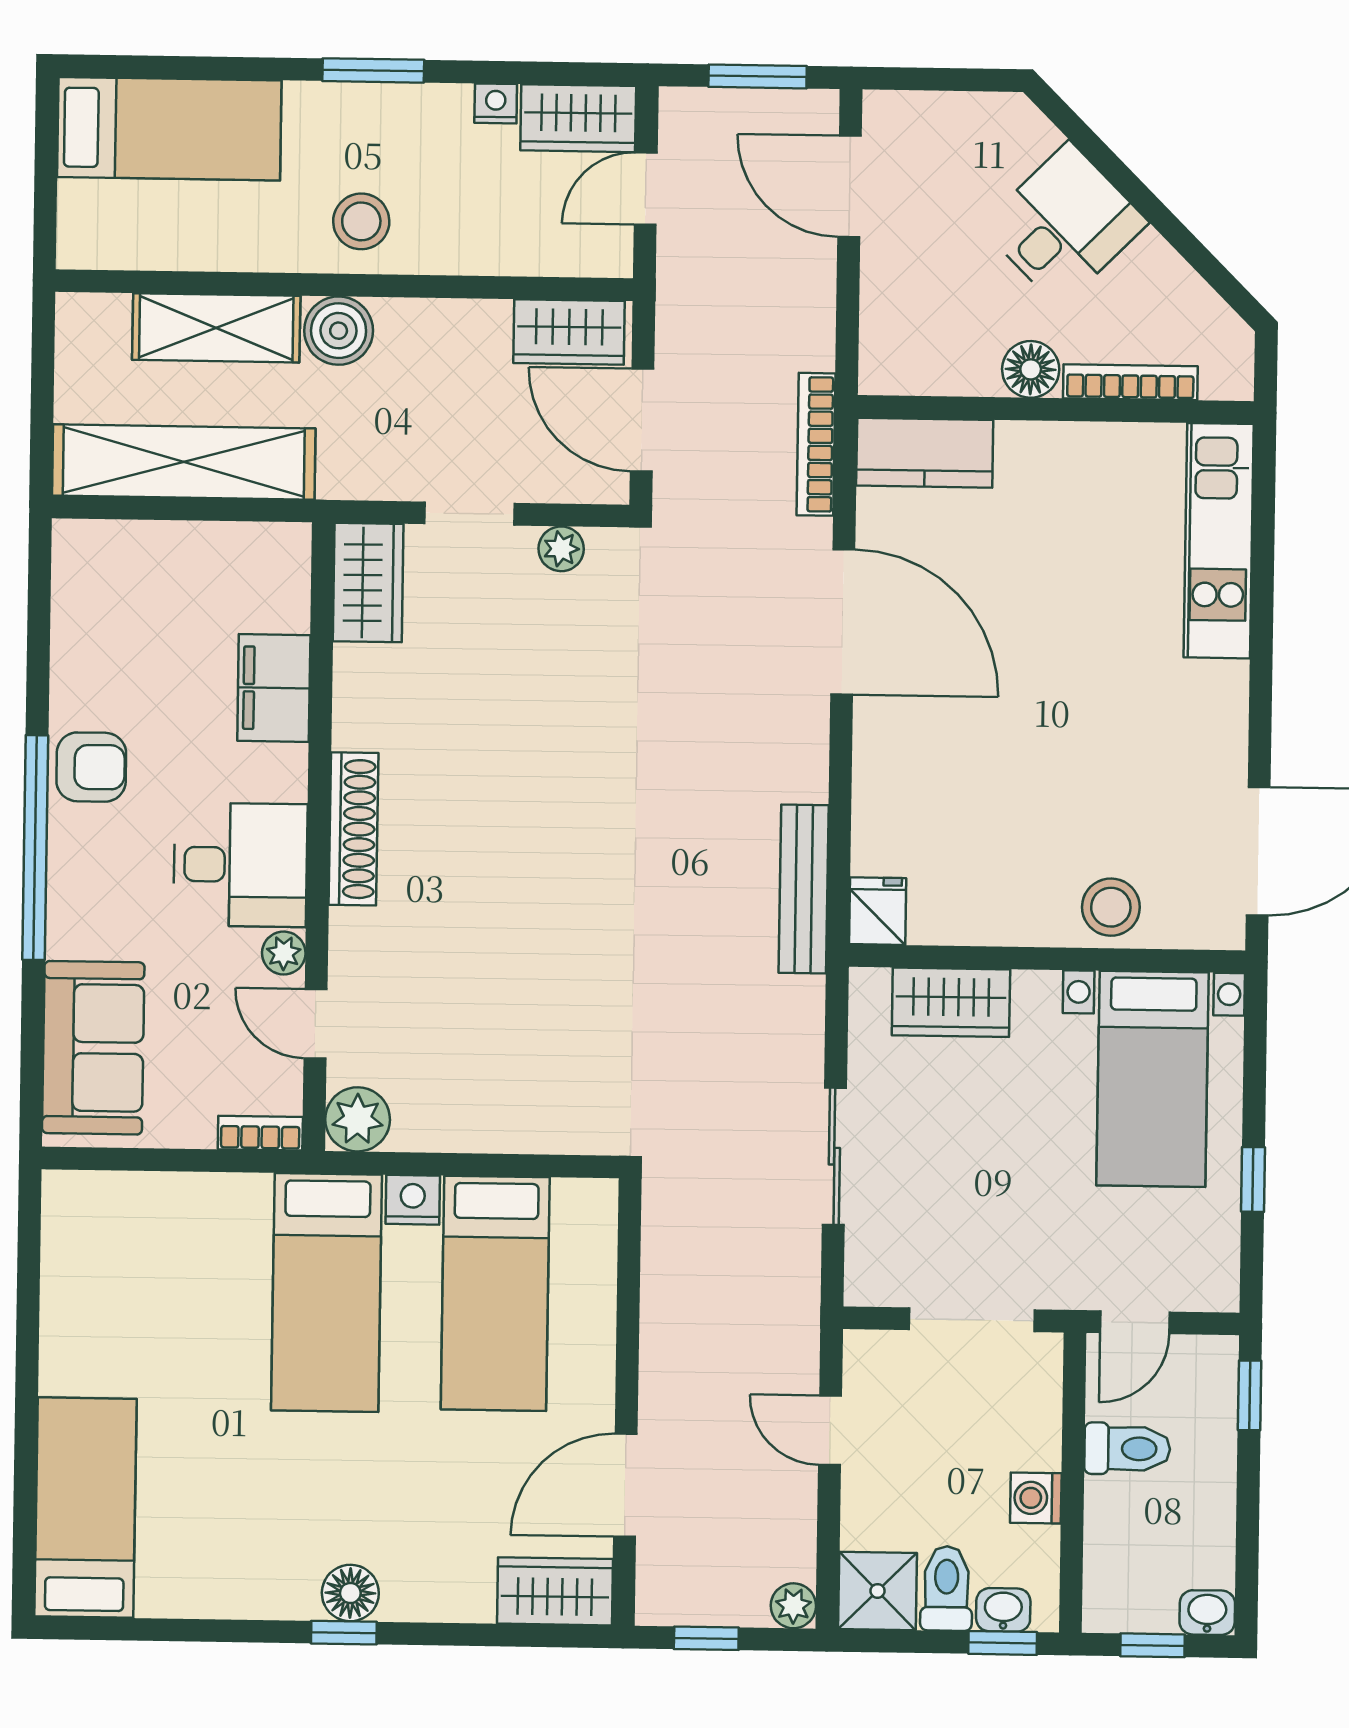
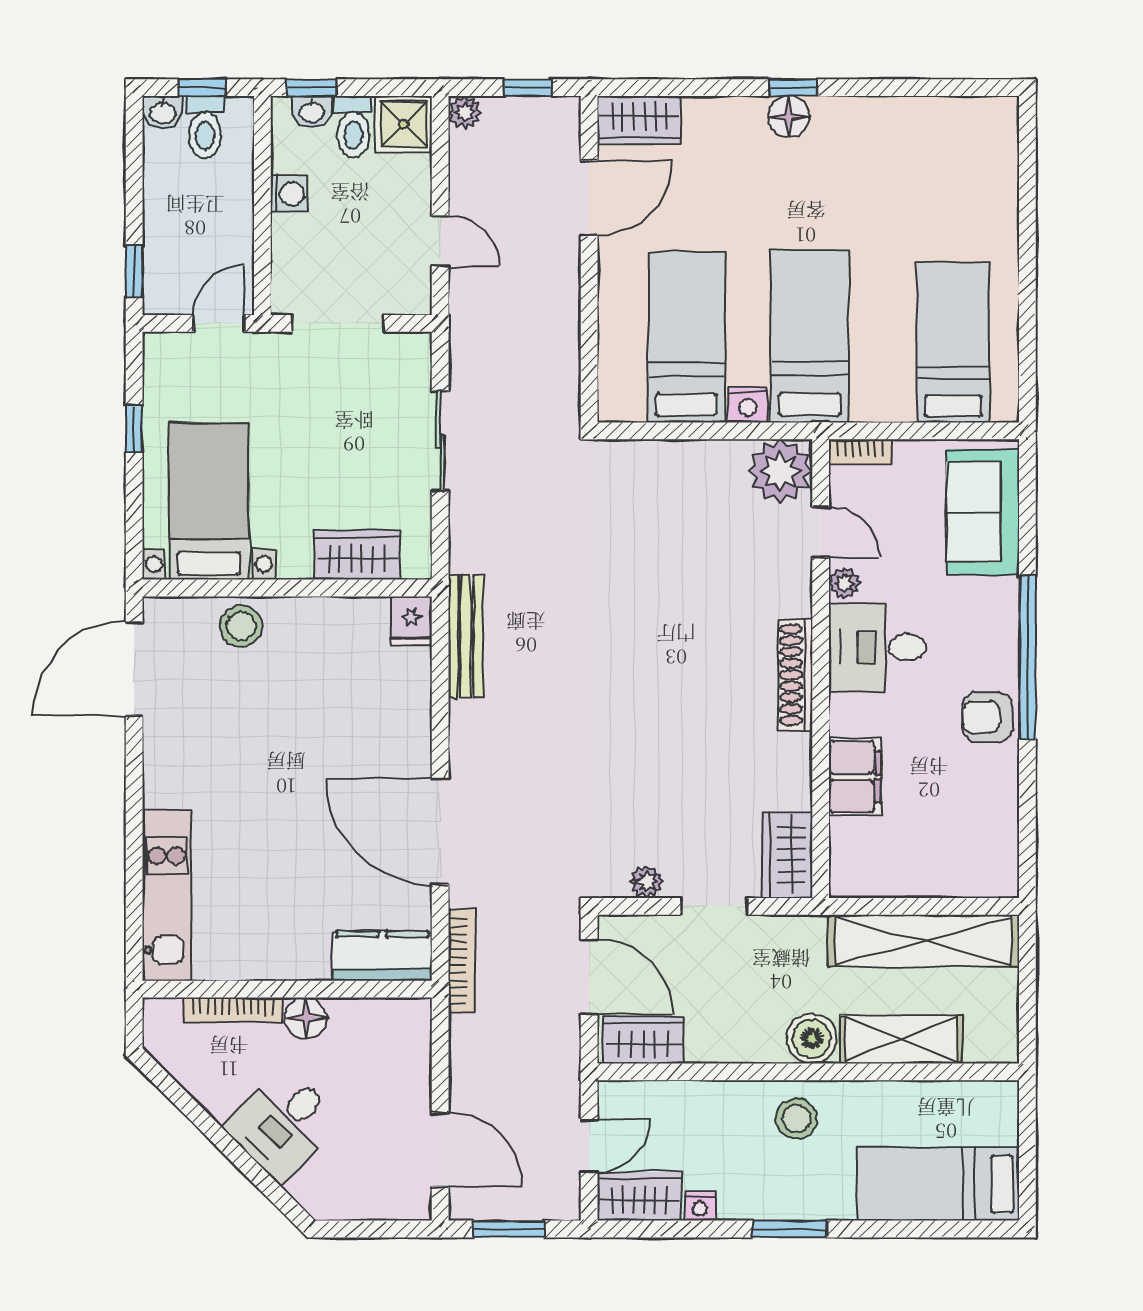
plant: (358, 1119) -> (780, 471), width x1.36, depth x1.36
toilet: (1127, 1449) -> (205, 127), moved, turned -90
bed: (86, 1508) -> (953, 342), moved, turned 180

